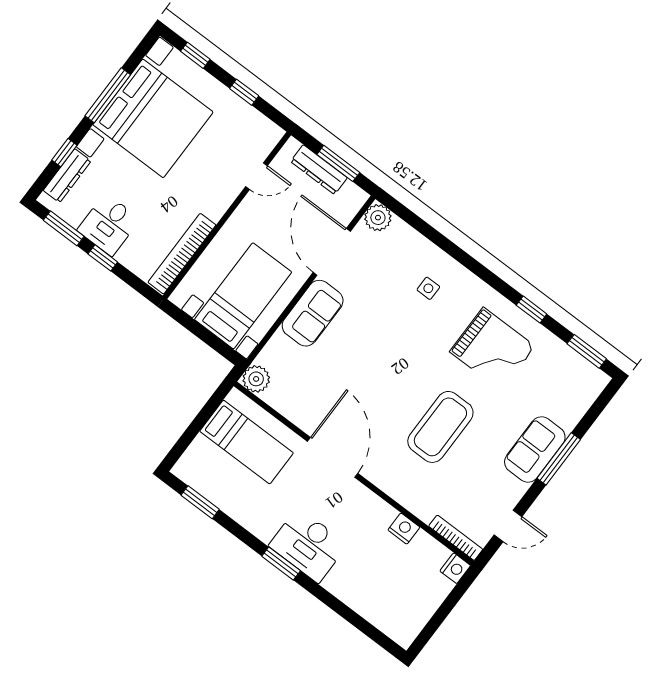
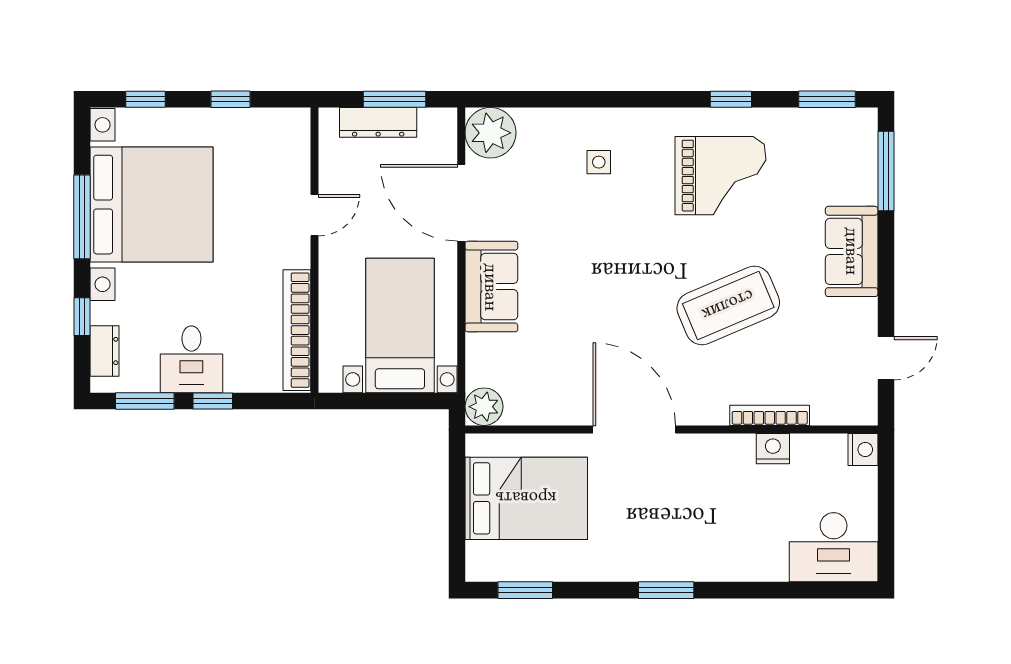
dresser: (67, 176) -> (105, 351), width x0.70
door: (257, 176) -> (315, 215), moved
plant: (378, 218) -> (490, 133), width x1.36, depth x1.36
coffee table: (440, 427) -> (728, 305), turned 67
bed: (247, 442) -> (526, 498), width x1.50
window: (559, 459) -> (886, 171), moved
bookcase: (456, 538) -> (770, 415), moved
desk: (308, 545) -> (834, 547), moved

